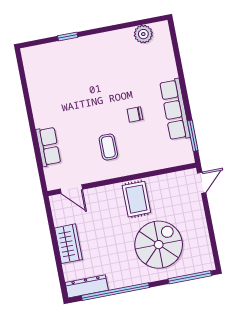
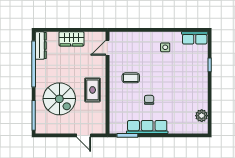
side table: (55, 106) -> (165, 47), added
row of seats: (48, 146) -> (195, 38), moved
door: (202, 183) -> (84, 135), moved
rug: (136, 199) -> (93, 90), turned 90

